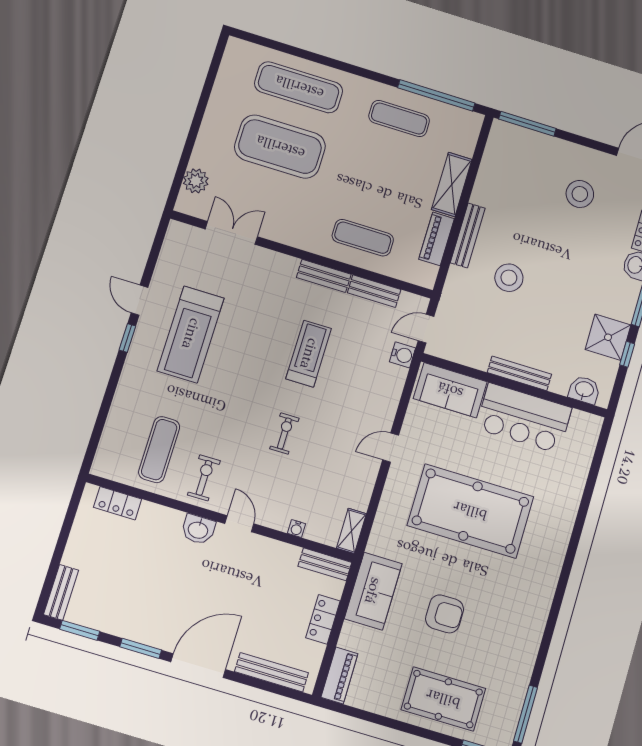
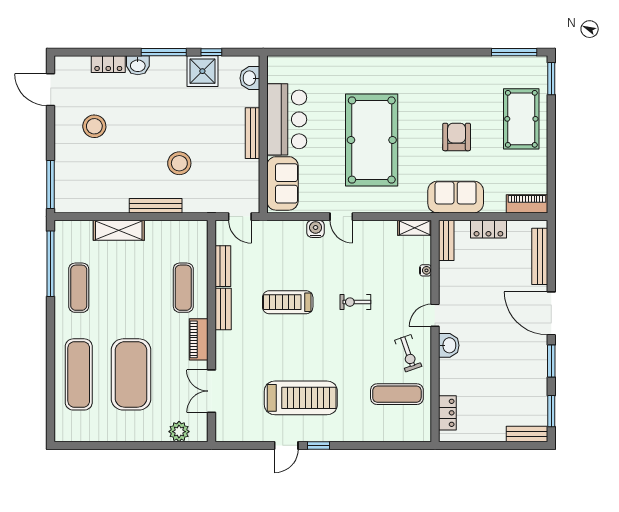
piano: (437, 239) -> (199, 339), moved, turned 90
water cooler: (403, 355) -> (316, 229), moved
exercise bike: (204, 478) -> (408, 353), turned -109

